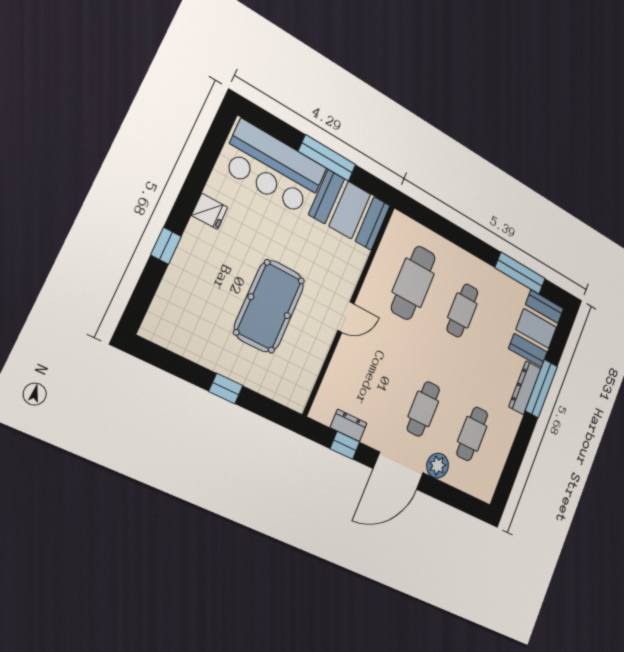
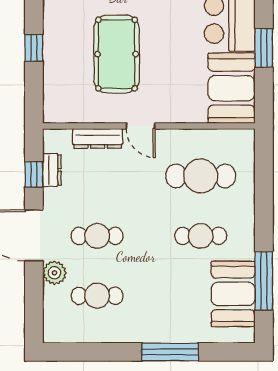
window: (327, 158) -> (264, 48), width x0.69
pool table: (269, 306) -> (117, 54), turned 90
booth: (536, 328) -> (233, 294), moved, turned 90
dresser: (525, 388) -> (98, 138), moved, turned 180

